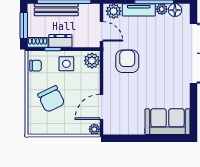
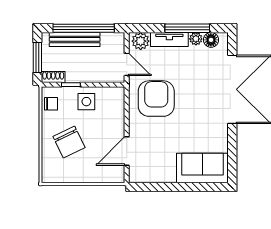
dresser: (60, 41) -> (79, 75), removed
plant: (92, 61) -> (116, 98), removed
armchair: (127, 61) -> (156, 99), width x1.36, depth x1.36
plant: (94, 129) -> (118, 177), removed

